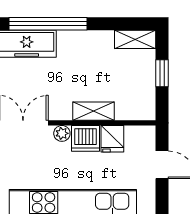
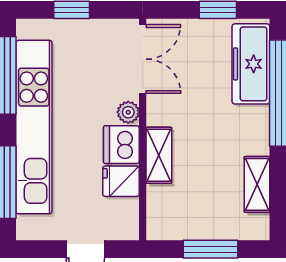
shelving: (135, 39) -> (257, 184), moved
window: (162, 73) -> (210, 249), width x1.50

